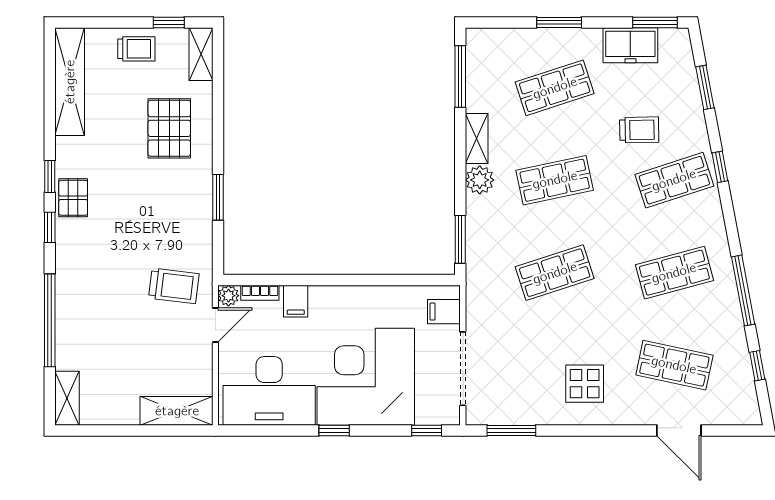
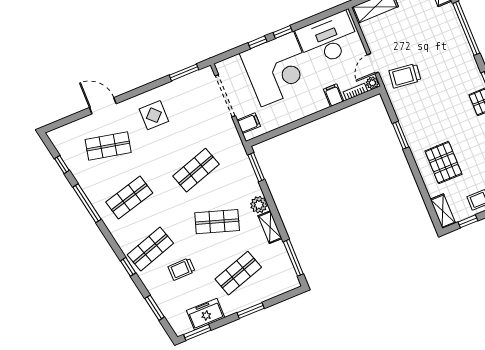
shop shelf: (555, 180) -> (217, 222), turned 30
window: (427, 430) -> (258, 42), moved
door: (679, 430) -> (103, 106), moved

